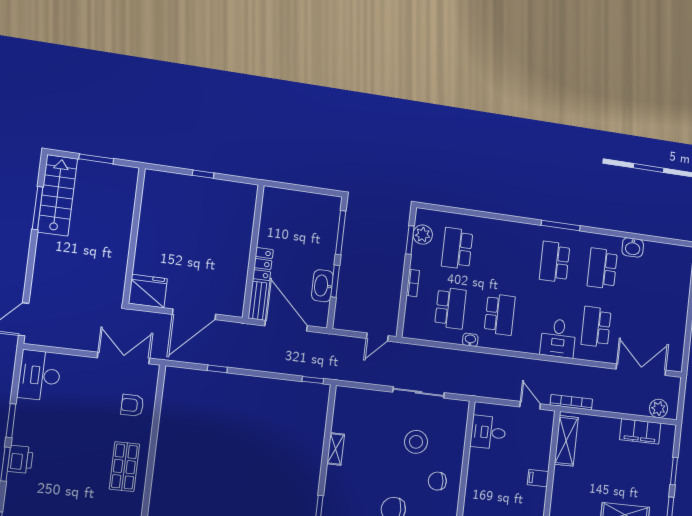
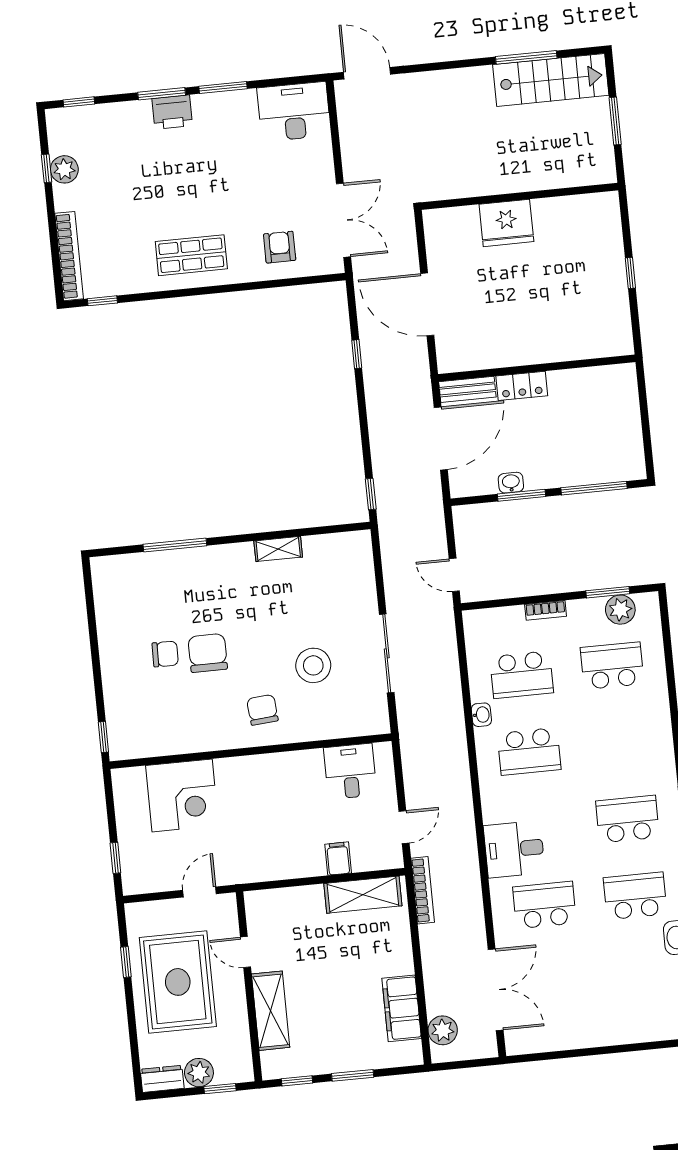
washbasin: (322, 286) -> (511, 483), width x0.52, depth x0.69
fridge: (148, 291) -> (506, 223), moved, turned 90
filing cabinet: (538, 478) -> (338, 859), moved

